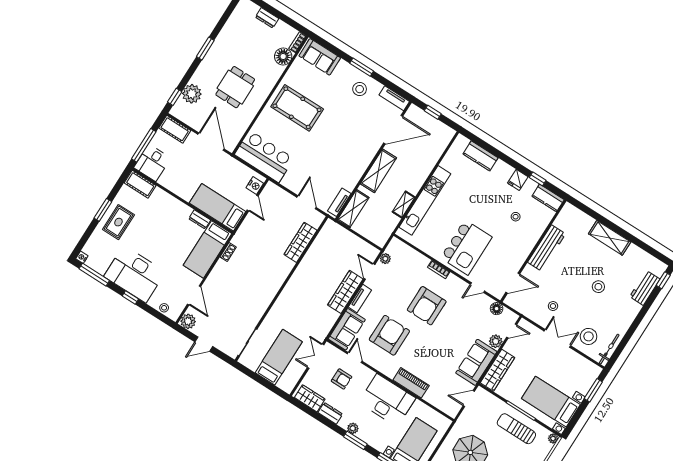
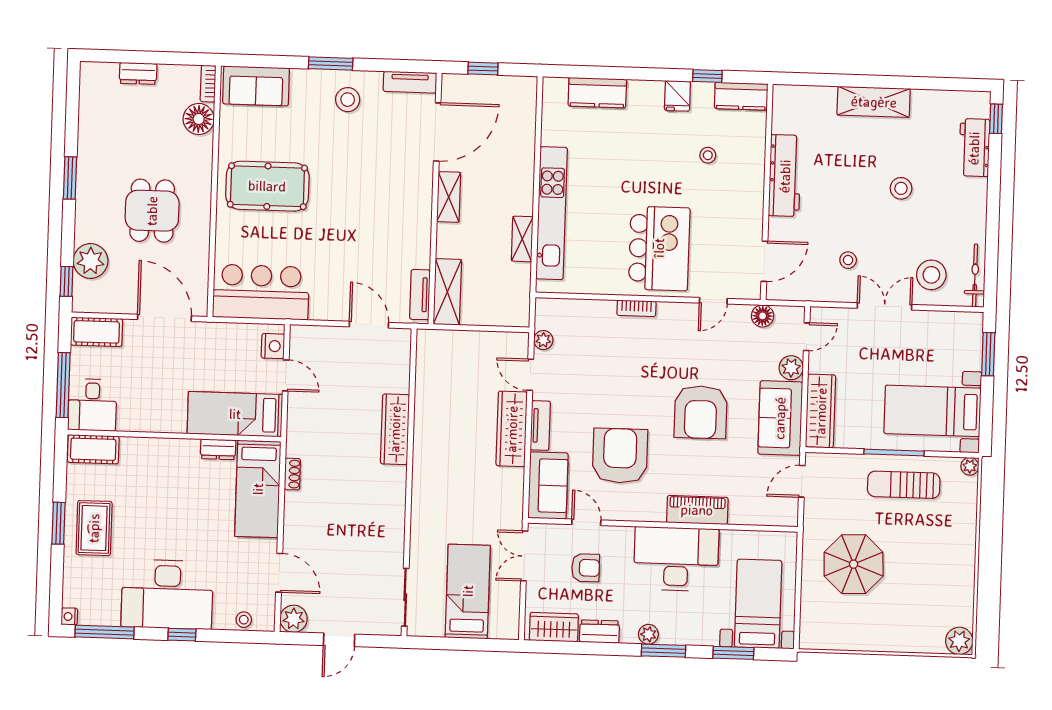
shelving: (378, 171) -> (449, 197), width x0.67, depth x0.75
wardrobe: (300, 242) -> (395, 429), moved
armchair: (427, 306) -> (701, 412), moved

